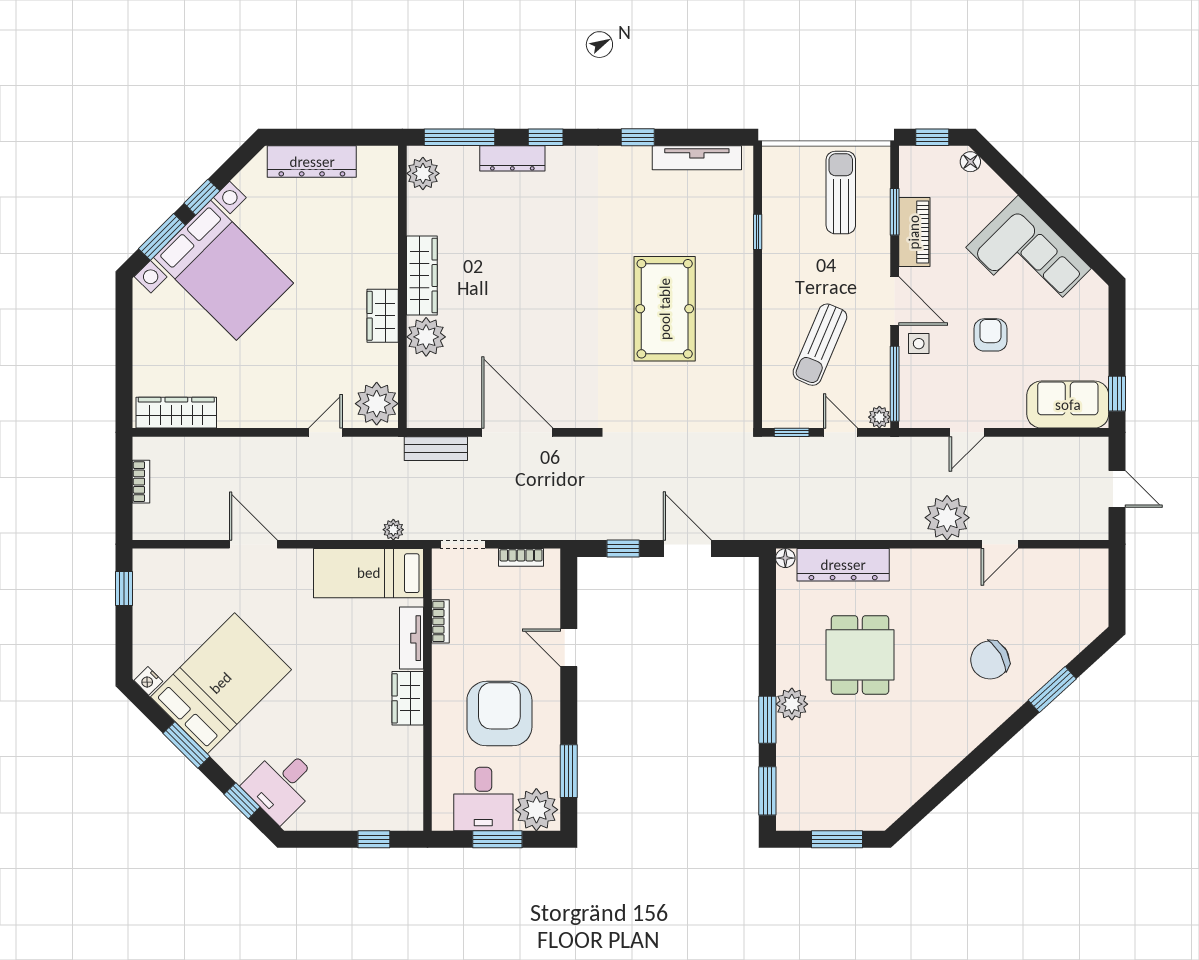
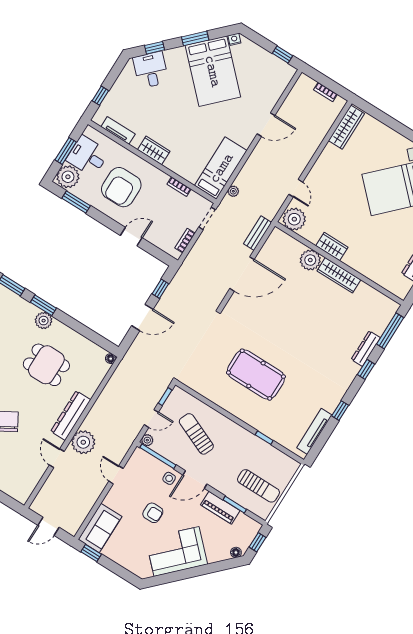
plant: (423, 173) -> (384, 304), removed
dresser: (843, 565) -> (71, 415), moved
tv unit: (411, 638) -> (118, 130), moved
armchair: (499, 714) -> (121, 187), turned 90

